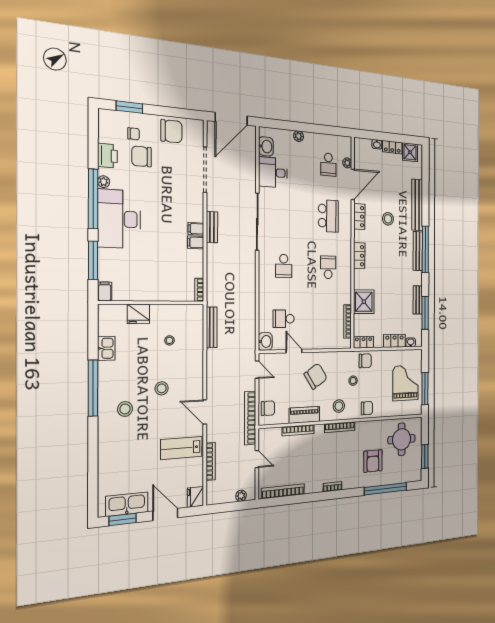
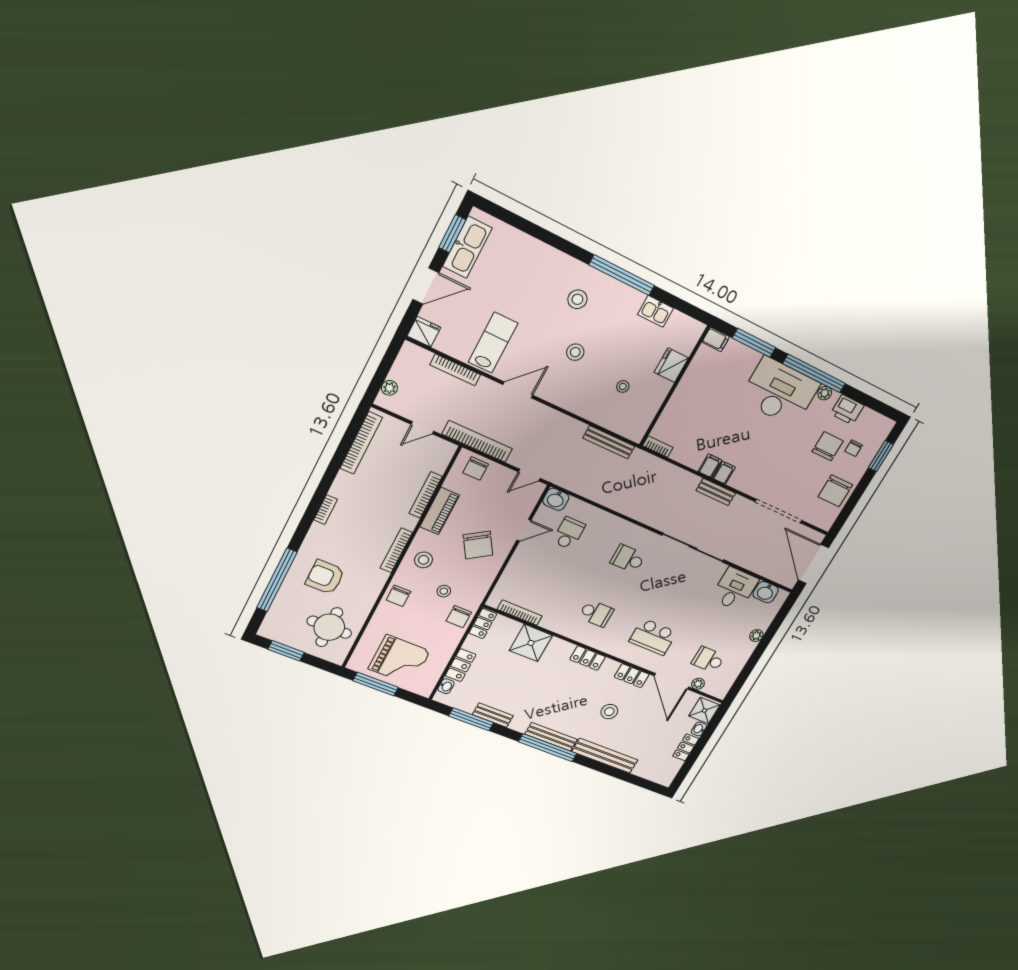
shower: (410, 152) -> (704, 711), moved

